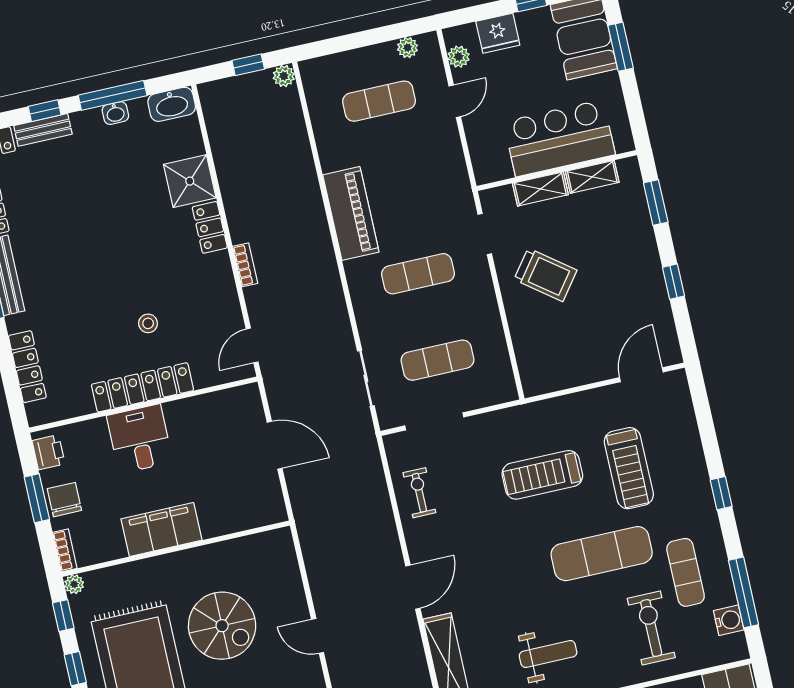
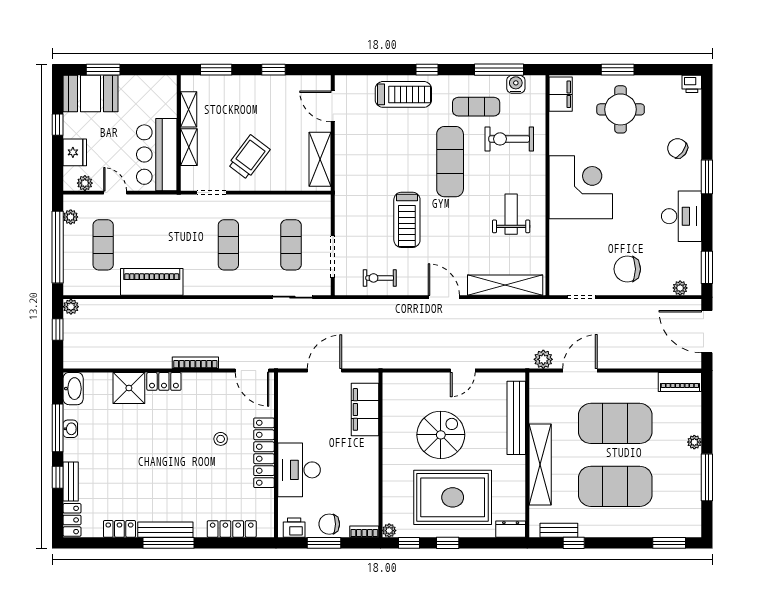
window: (362, 39) -> (58, 247), added
bar counter: (559, 138) -> (157, 155), moved
piano: (351, 213) -> (152, 282), moved
bookcase: (245, 265) -> (195, 363), width x1.56
door: (252, 345) -> (252, 371), width x1.38
shelving: (564, 374) -> (320, 159), added
desk: (140, 439) -> (299, 470), width x1.37
treadmill: (629, 468) -> (403, 94), moved
treadmill: (542, 475) -> (407, 220), moved
filing cabinet: (161, 529) -> (365, 409), moved

